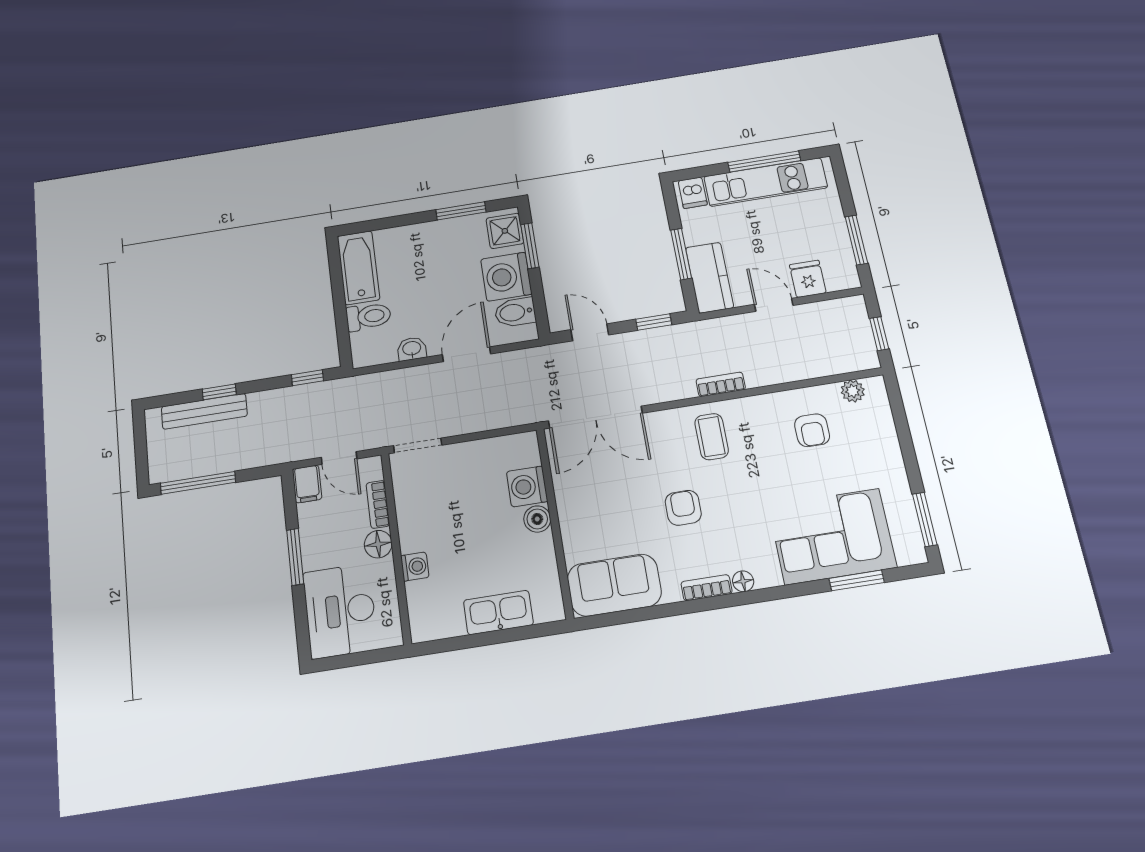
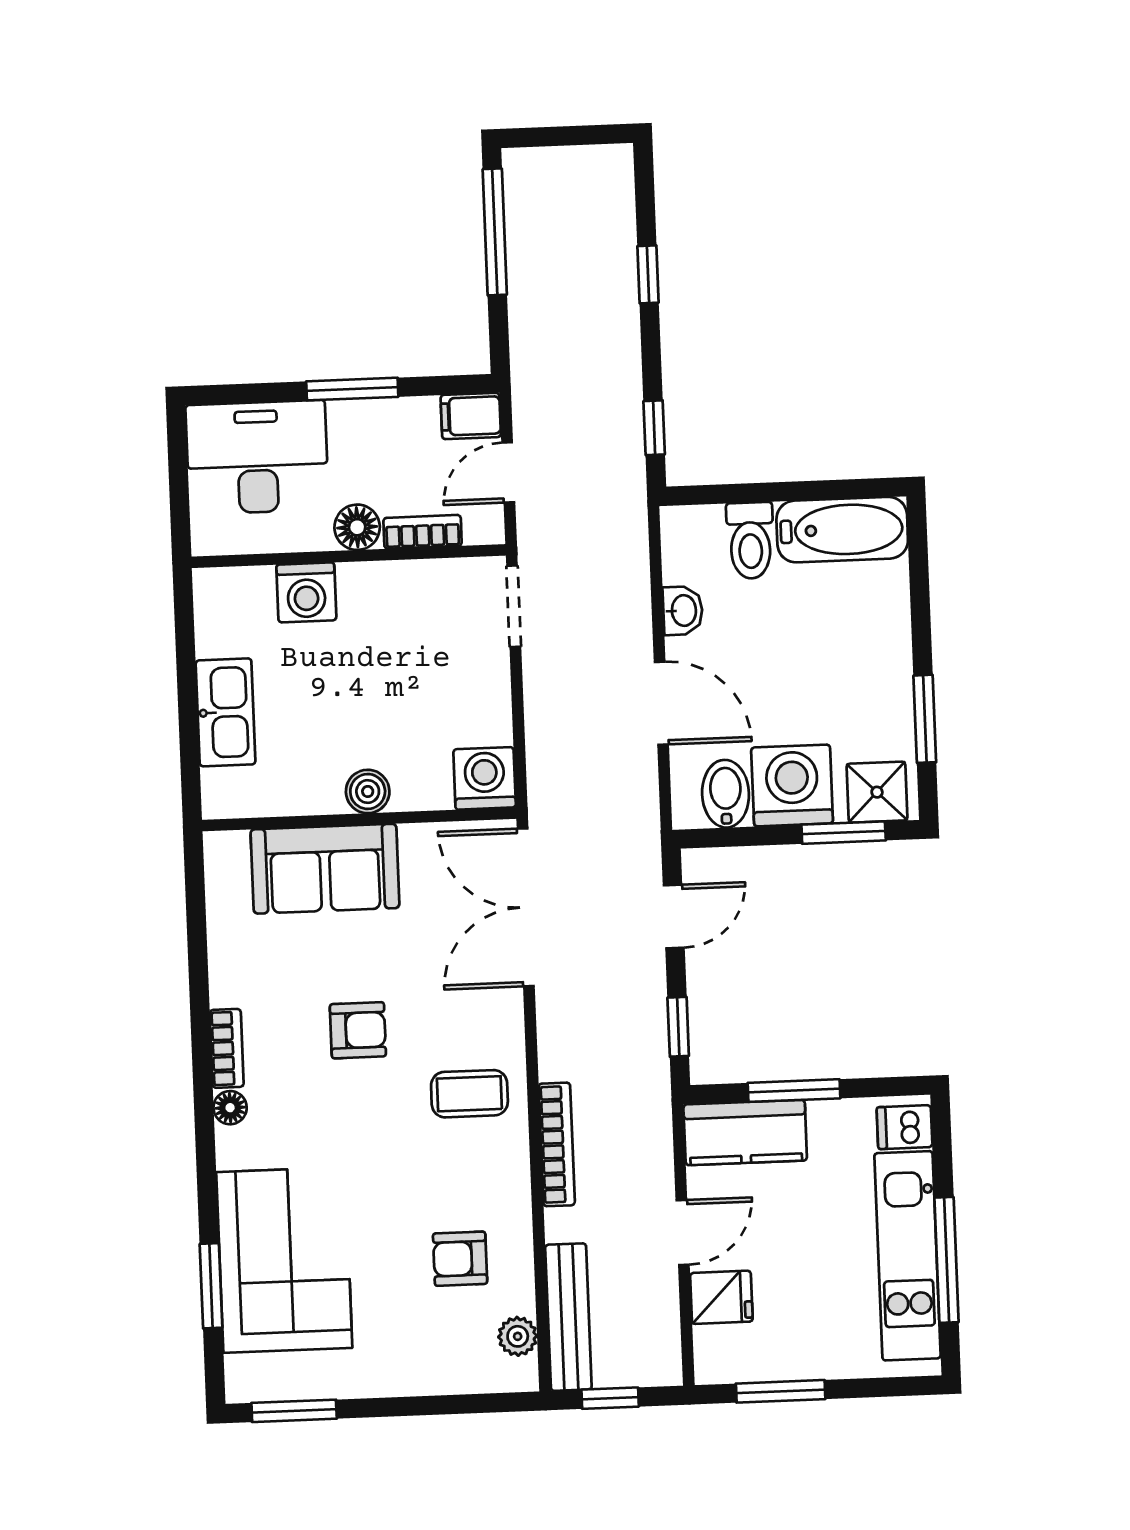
bookcase: (721, 384) -> (557, 1144), width x1.56
bench: (204, 411) -> (568, 1317), moved
washing machine: (527, 486) -> (485, 778), moved
washing machine: (415, 567) -> (306, 592), width x1.38, depth x1.38
sofa: (614, 585) -> (325, 869), moved, turned 90

